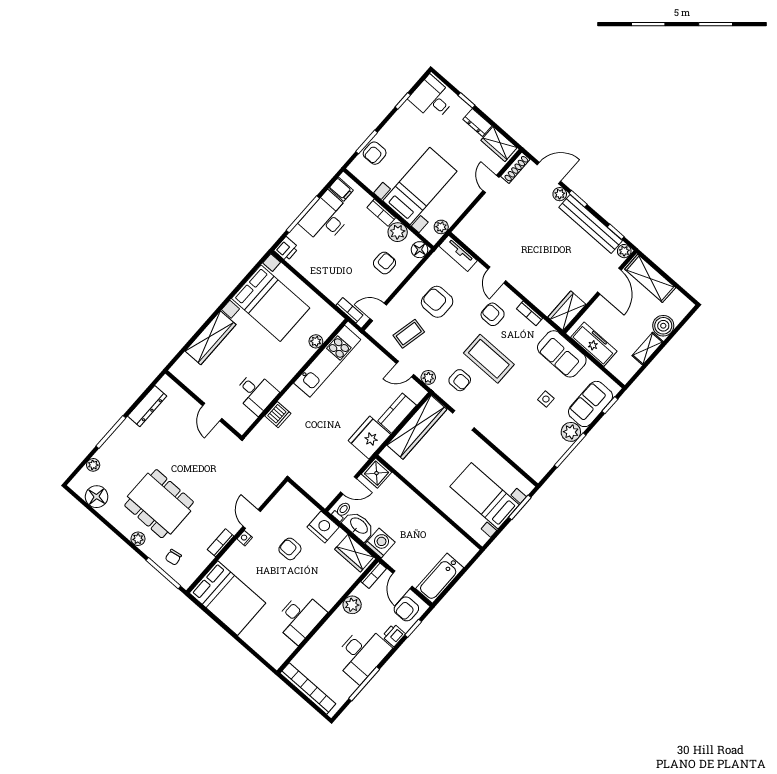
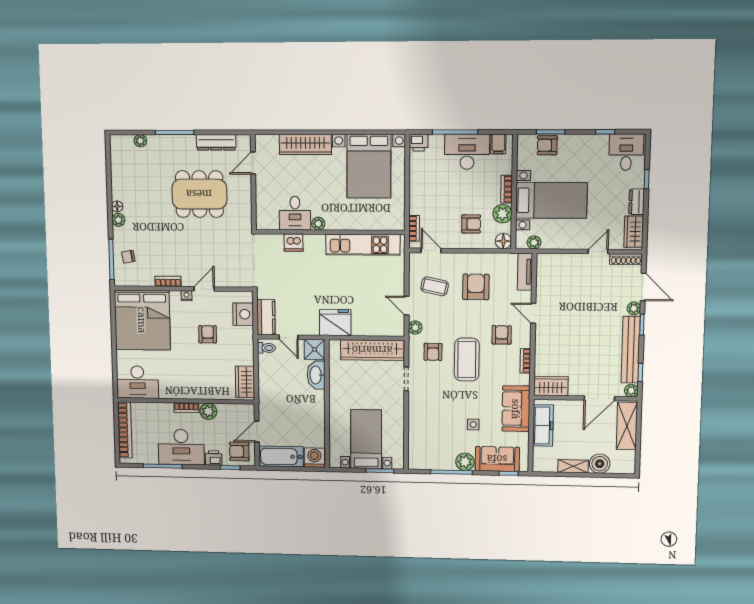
door: (497, 275) -> (533, 313), hinge flipped
plant: (316, 341) -> (318, 224), moved
door: (212, 412) -> (253, 163), moved
kitchen counter: (397, 413) -> (266, 317), moved, turned 90
floor lamp: (97, 497) -> (117, 206), moved, width x0.53, depth x0.53
dining table: (159, 504) -> (199, 194), moved, turned 90
washbasin: (359, 526) -> (316, 375), moved, turned 180
nightstand: (323, 527) -> (243, 314), moved
washing machine: (380, 543) -> (314, 458), moved, turned -90
bookcase: (374, 575) -> (186, 408), moved
bed: (228, 598) -> (142, 320), width x1.36
desk: (300, 618) -> (137, 382), moved

